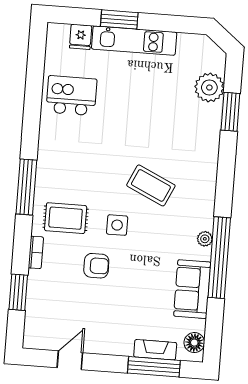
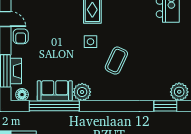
plant: (205, 239) -> (82, 92), width x1.87, depth x1.87
window: (219, 258) -> (54, 106), moved
armchair: (96, 266) -> (21, 36), moved

